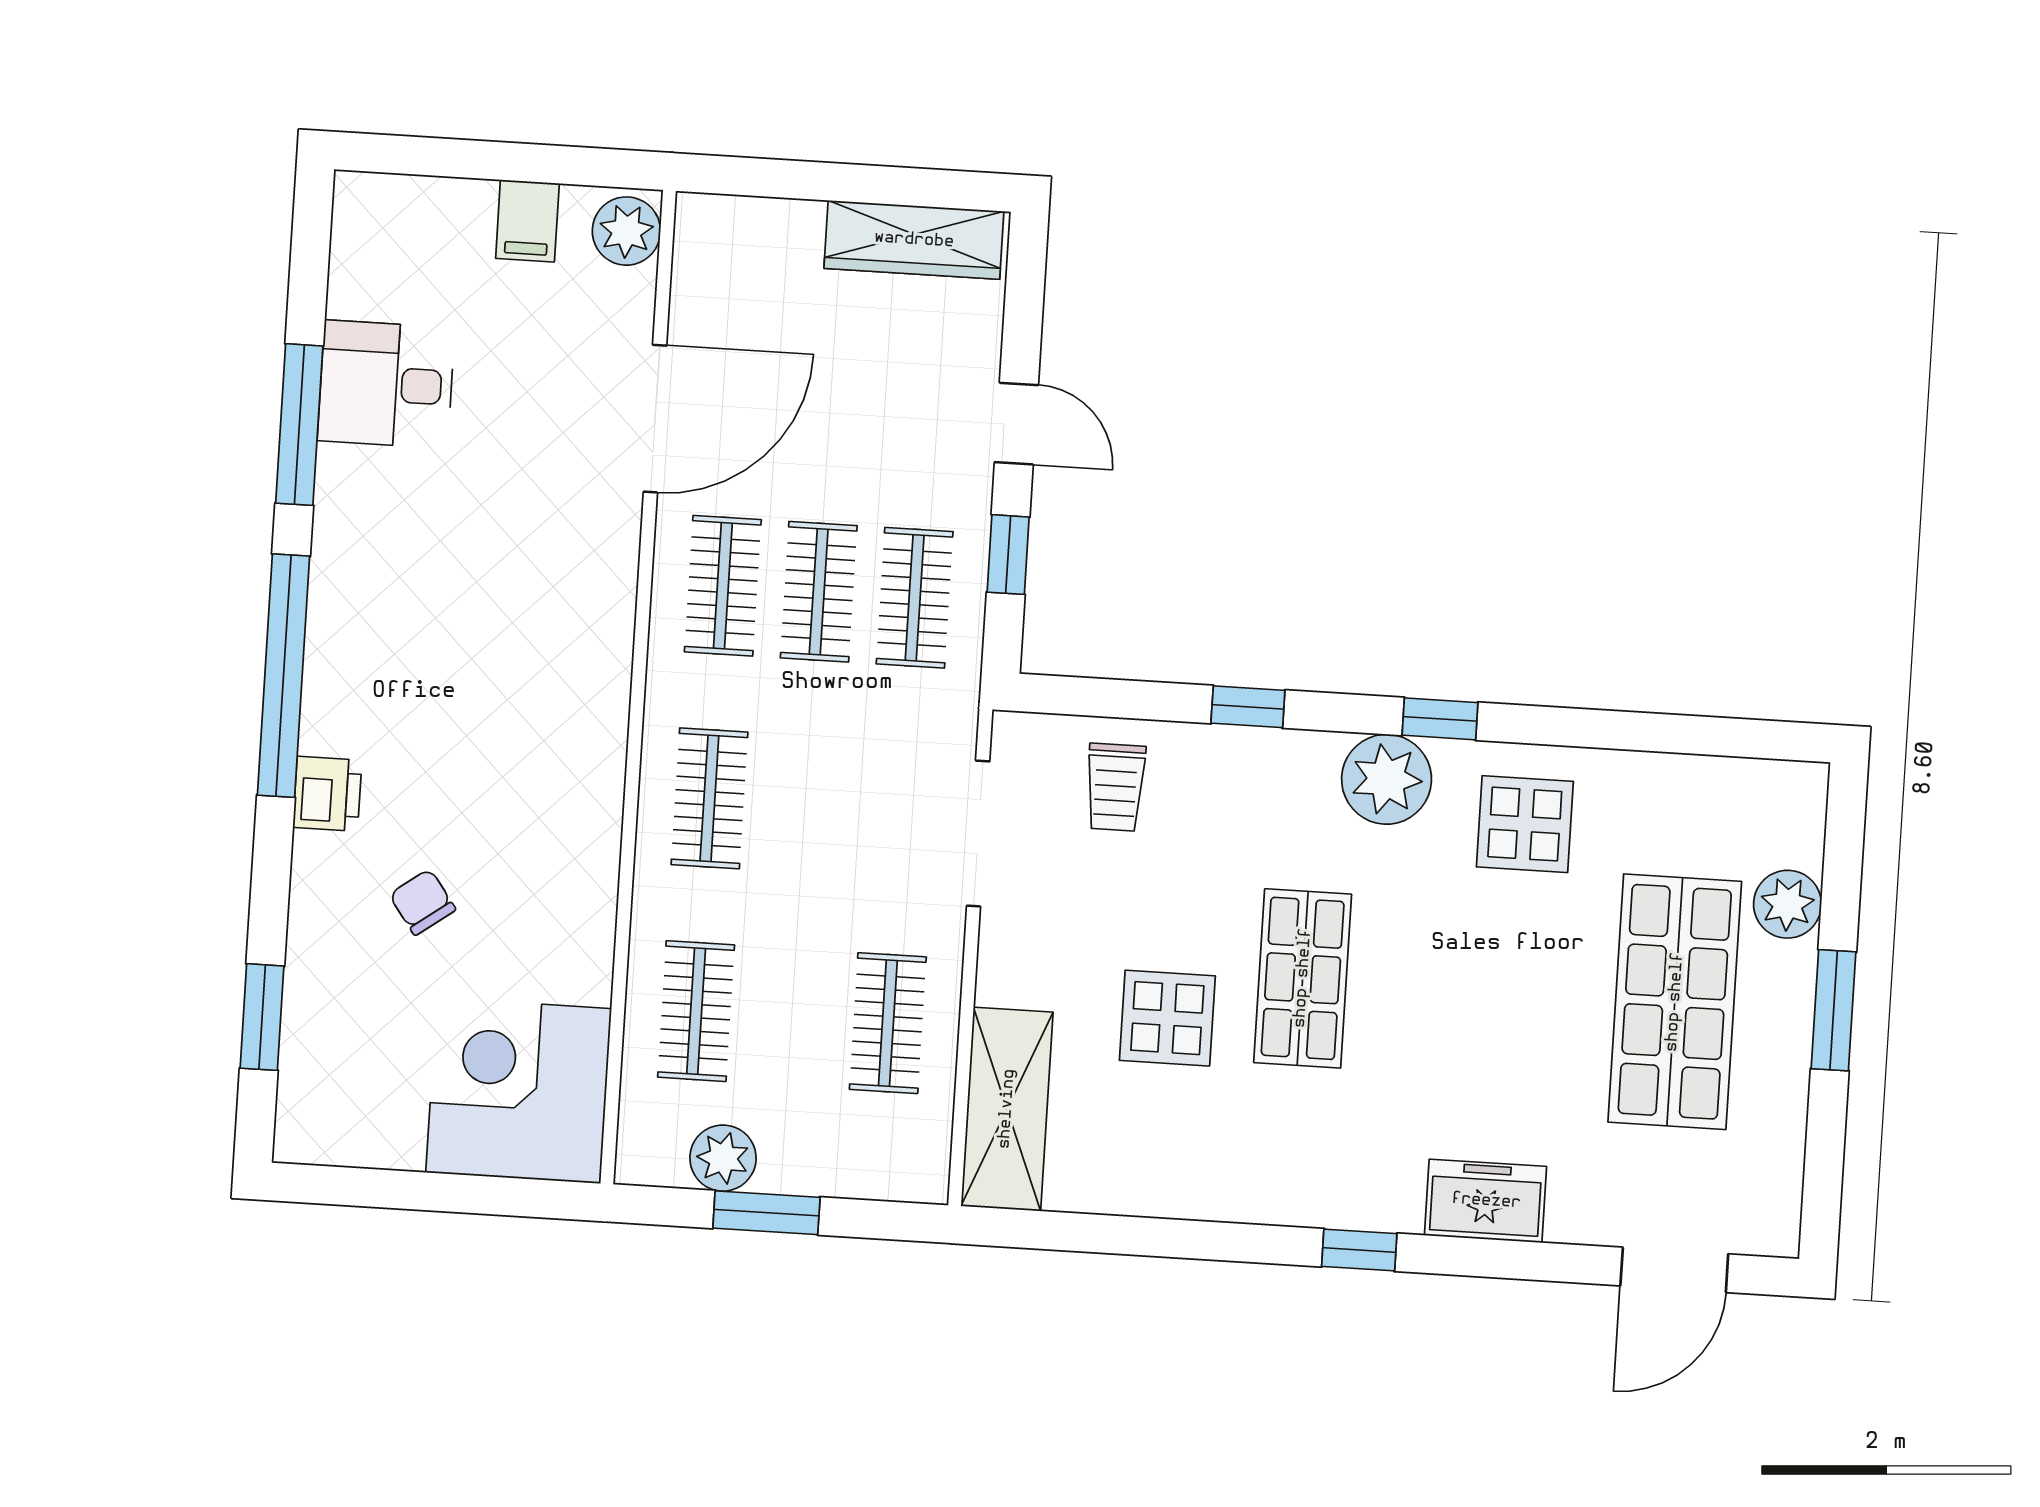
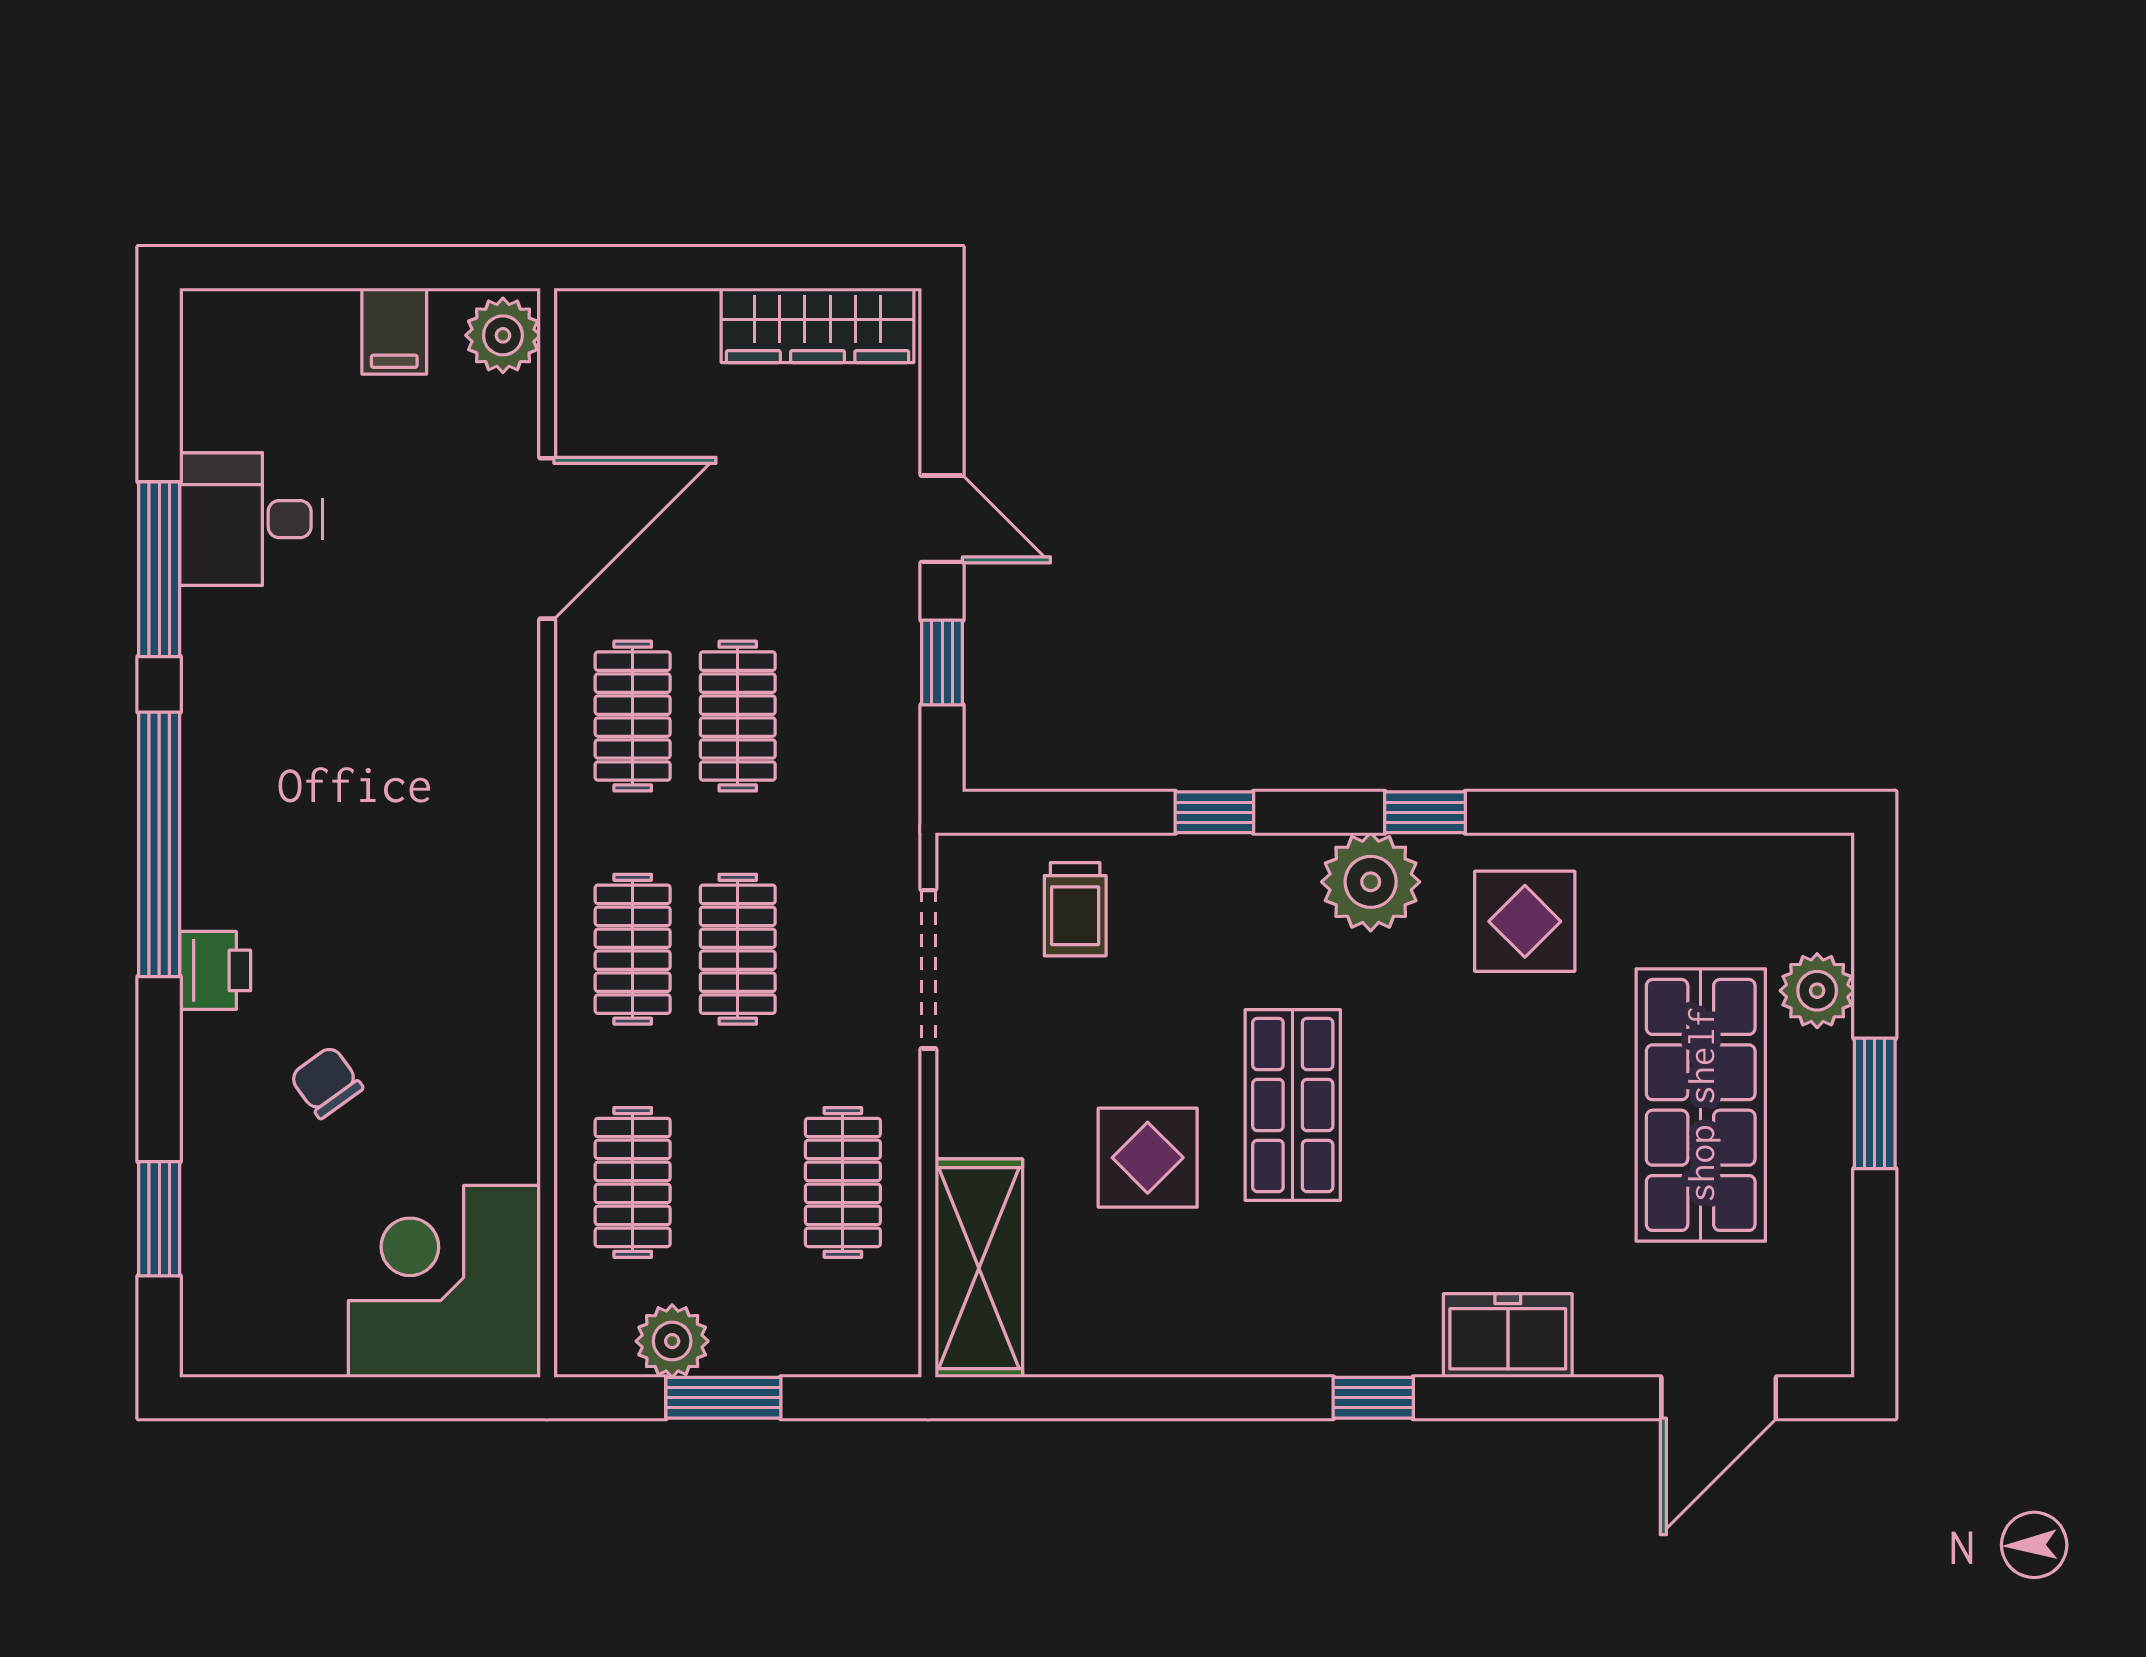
clothes rail: (915, 598) -> (738, 949), moved

